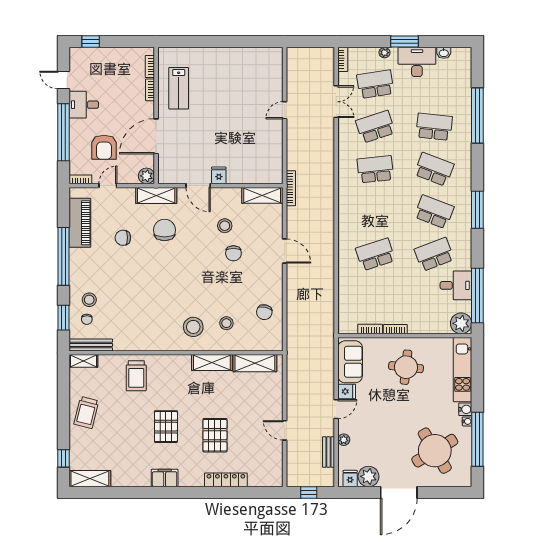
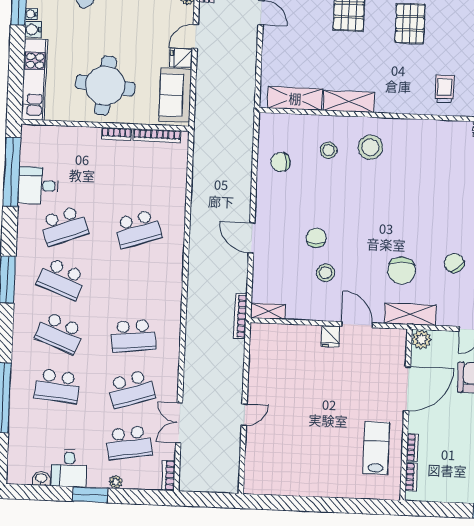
desk: (417, 62) -> (69, 468), width x0.73
shelving: (262, 195) -> (268, 311), width x0.67, depth x0.75
chair: (123, 238) -> (454, 263), turned -127
chair: (264, 312) -> (280, 162), turned -108
plant: (461, 323) -> (34, 138), removed
bookcase: (370, 329) -> (157, 136), width x1.56
round table: (406, 367) -> (105, 85), width x1.36, depth x1.36
trolley: (136, 376) -> (445, 89), width x0.73, depth x0.72

